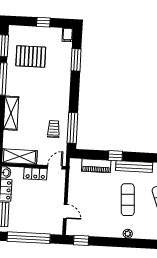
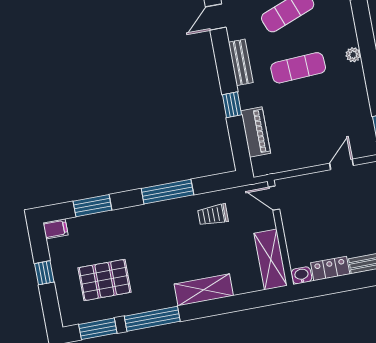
pallet: (31, 56) -> (104, 280), turned 90
window: (72, 128) -> (167, 192), moved
bench: (134, 167) -> (241, 62), width x0.73
locker: (35, 174) -> (292, 227), removed

